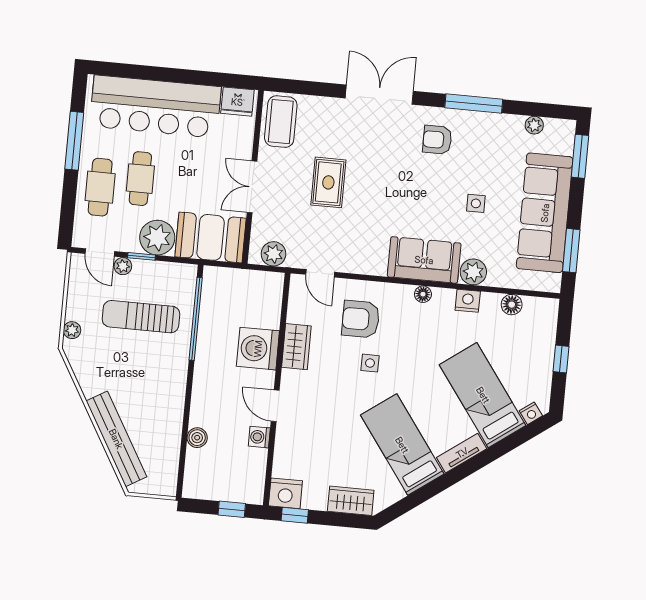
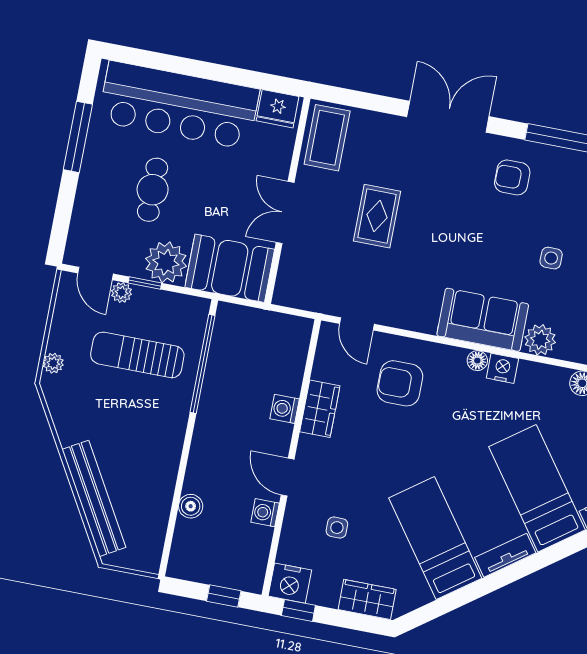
cafe table: (100, 187) -> (103, 195), removed
plant: (274, 254) -> (303, 295), removed
nightstand: (468, 301) -> (502, 368), moved
washing machine: (258, 349) -> (285, 409), width x0.53, depth x0.53
side table: (370, 363) -> (337, 528), moved

